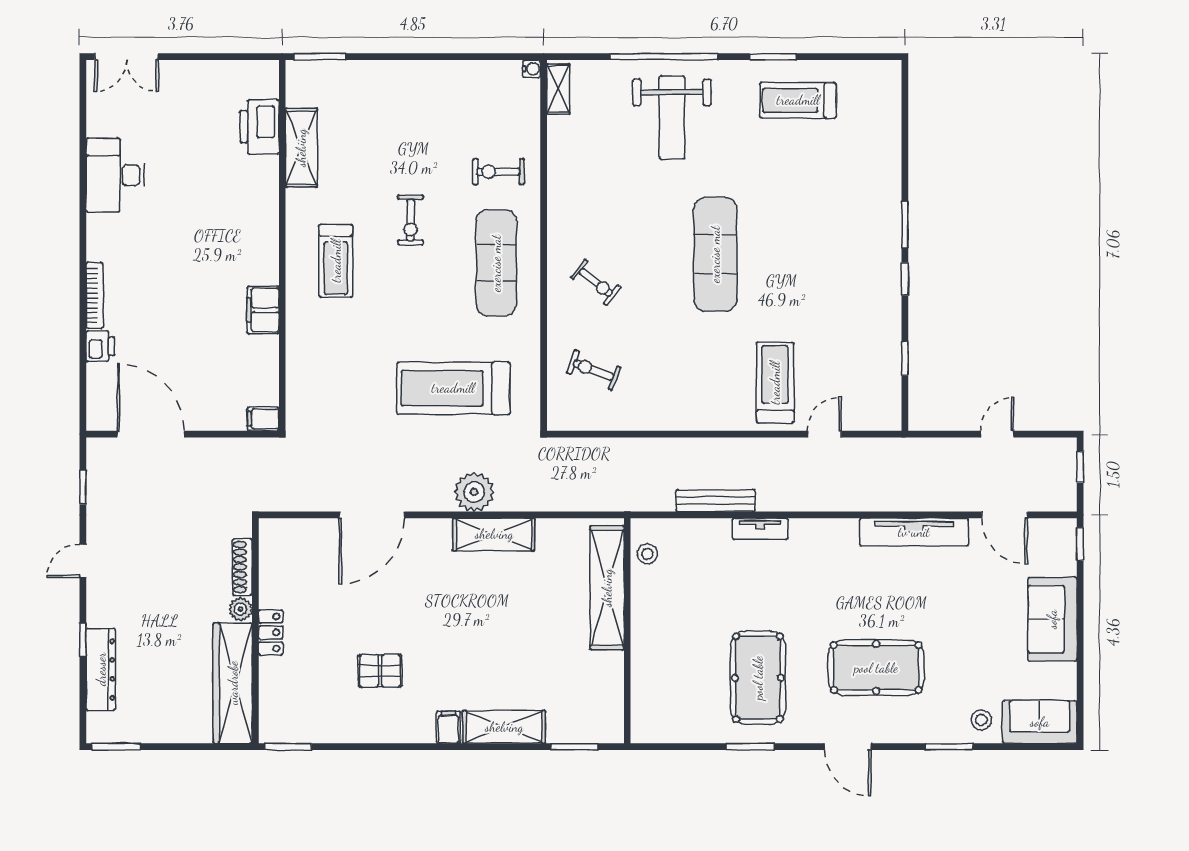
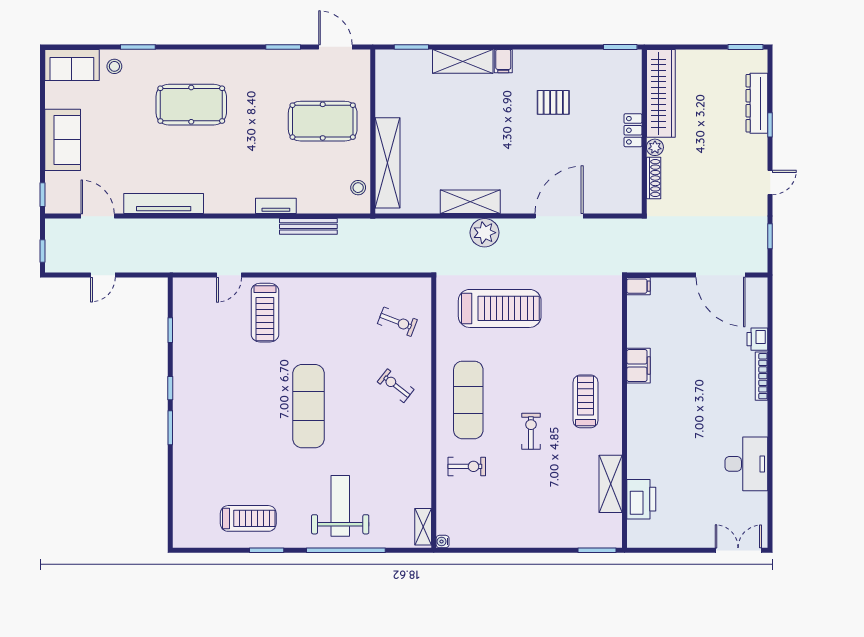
pool table: (758, 678) -> (323, 121), moved, turned 90
door: (848, 747) -> (335, 47), moved

